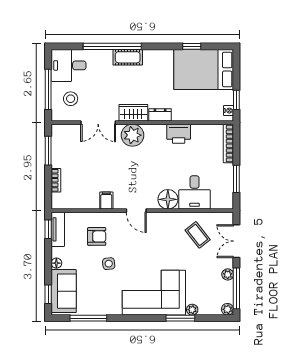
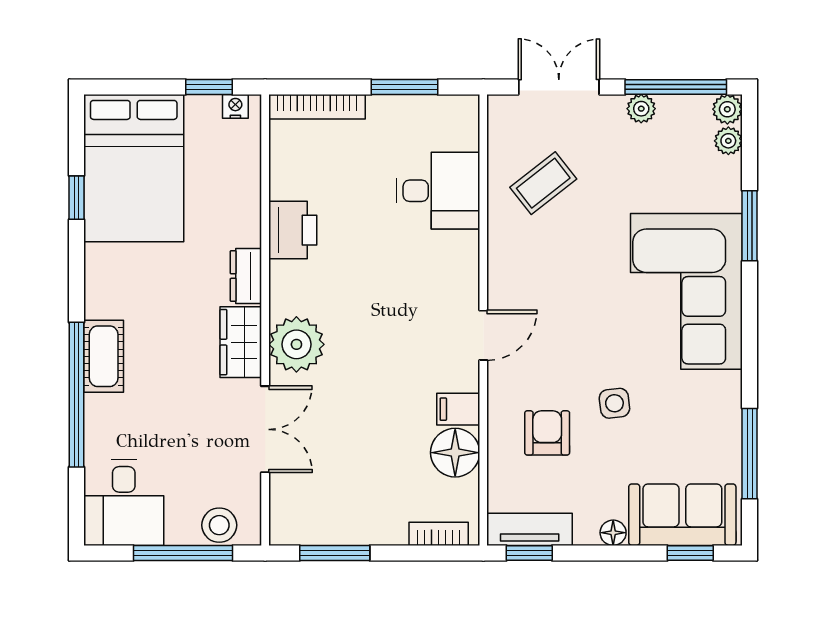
stool: (71, 99) -> (219, 525), moved
bookcase: (56, 180) -> (439, 534), moved
floor lamp: (168, 199) -> (455, 453), moved
double door: (236, 241) -> (559, 87), swing flipped
plant: (192, 310) -> (728, 141), moved

